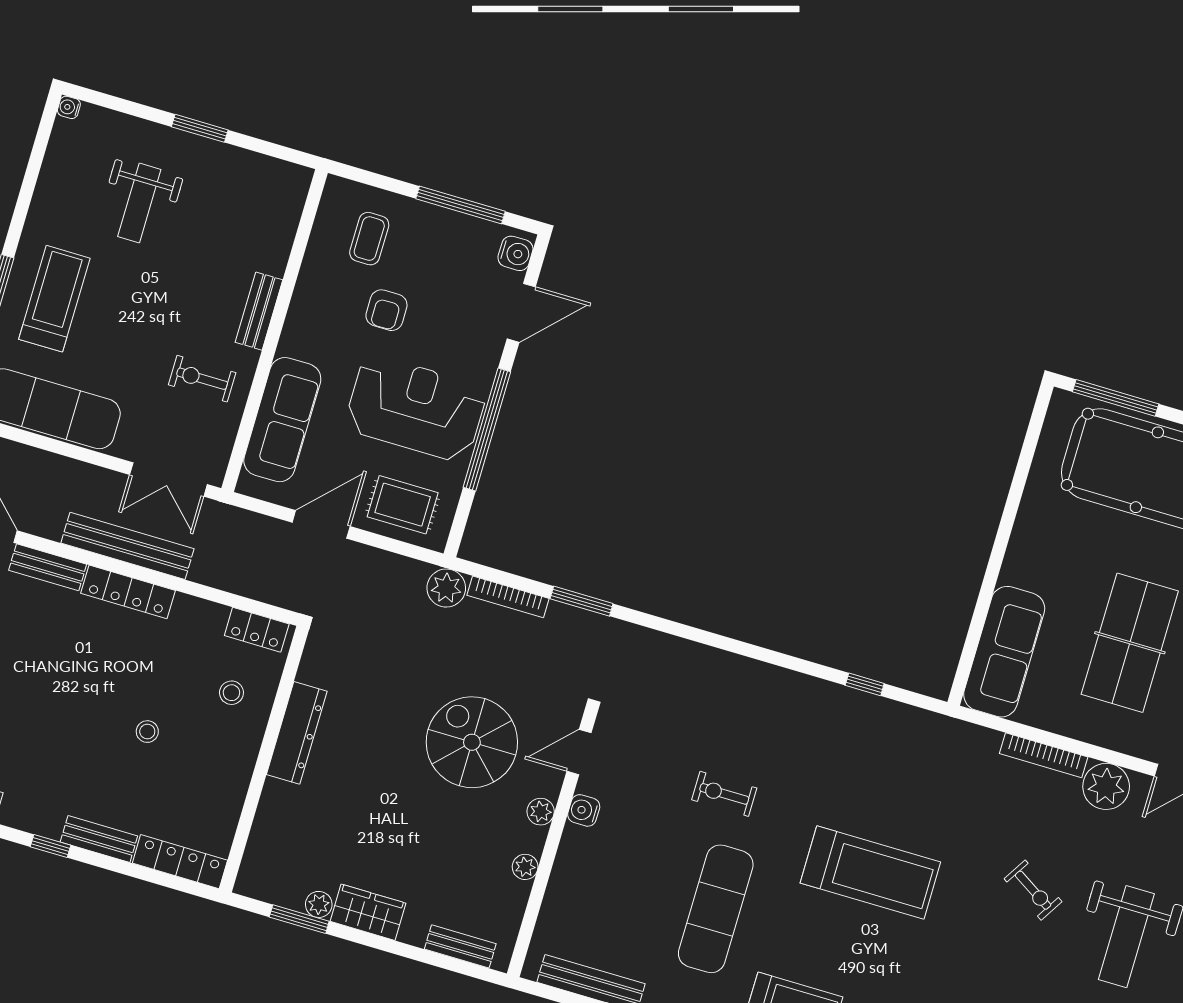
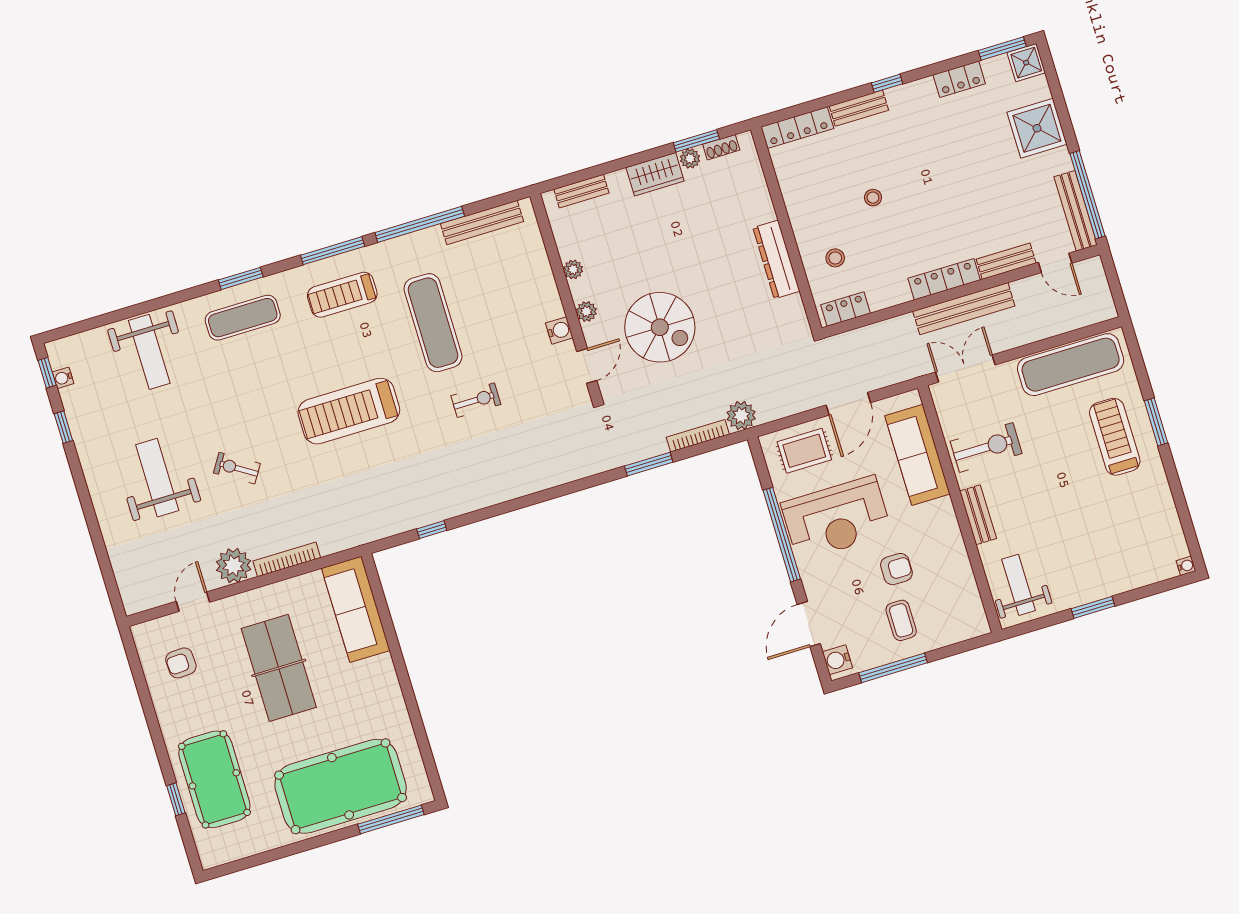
weight bench: (139, 203) -> (1019, 585), moved
coffee table: (369, 239) -> (901, 620), moved
treadmill: (54, 299) -> (1115, 437), turned 180
armchair: (386, 310) -> (896, 569), turned 90
exercise bike: (202, 379) -> (986, 447), width x1.38, depth x1.39
shoe rack: (277, 895) -> (721, 147), added

